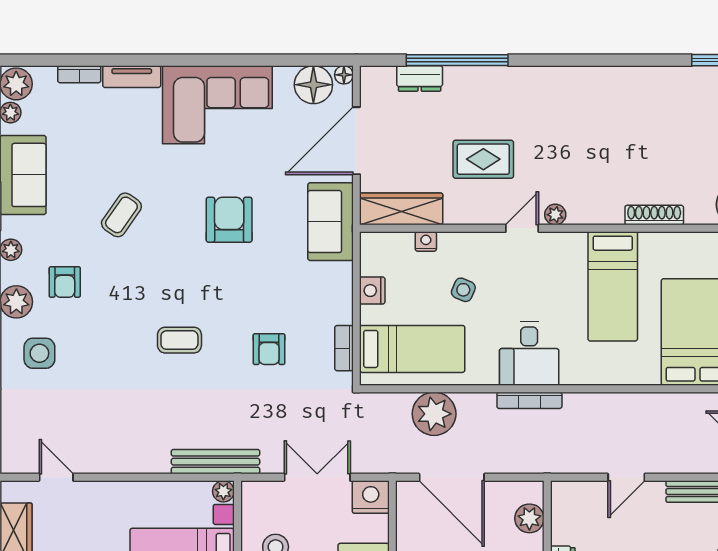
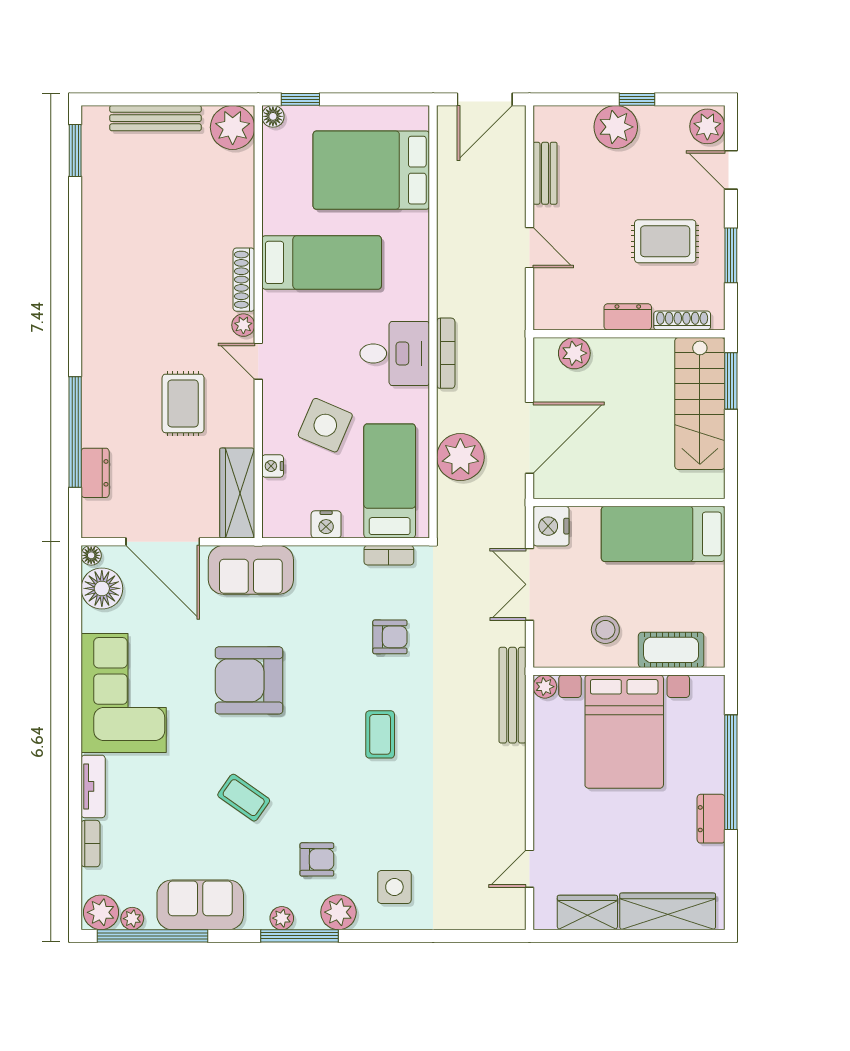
shoe rack: (654, 215) -> (244, 280), moved
armchair: (229, 220) -> (249, 680), width x1.36, depth x1.36
side table: (463, 290) -> (325, 425), width x1.87, depth x1.87

